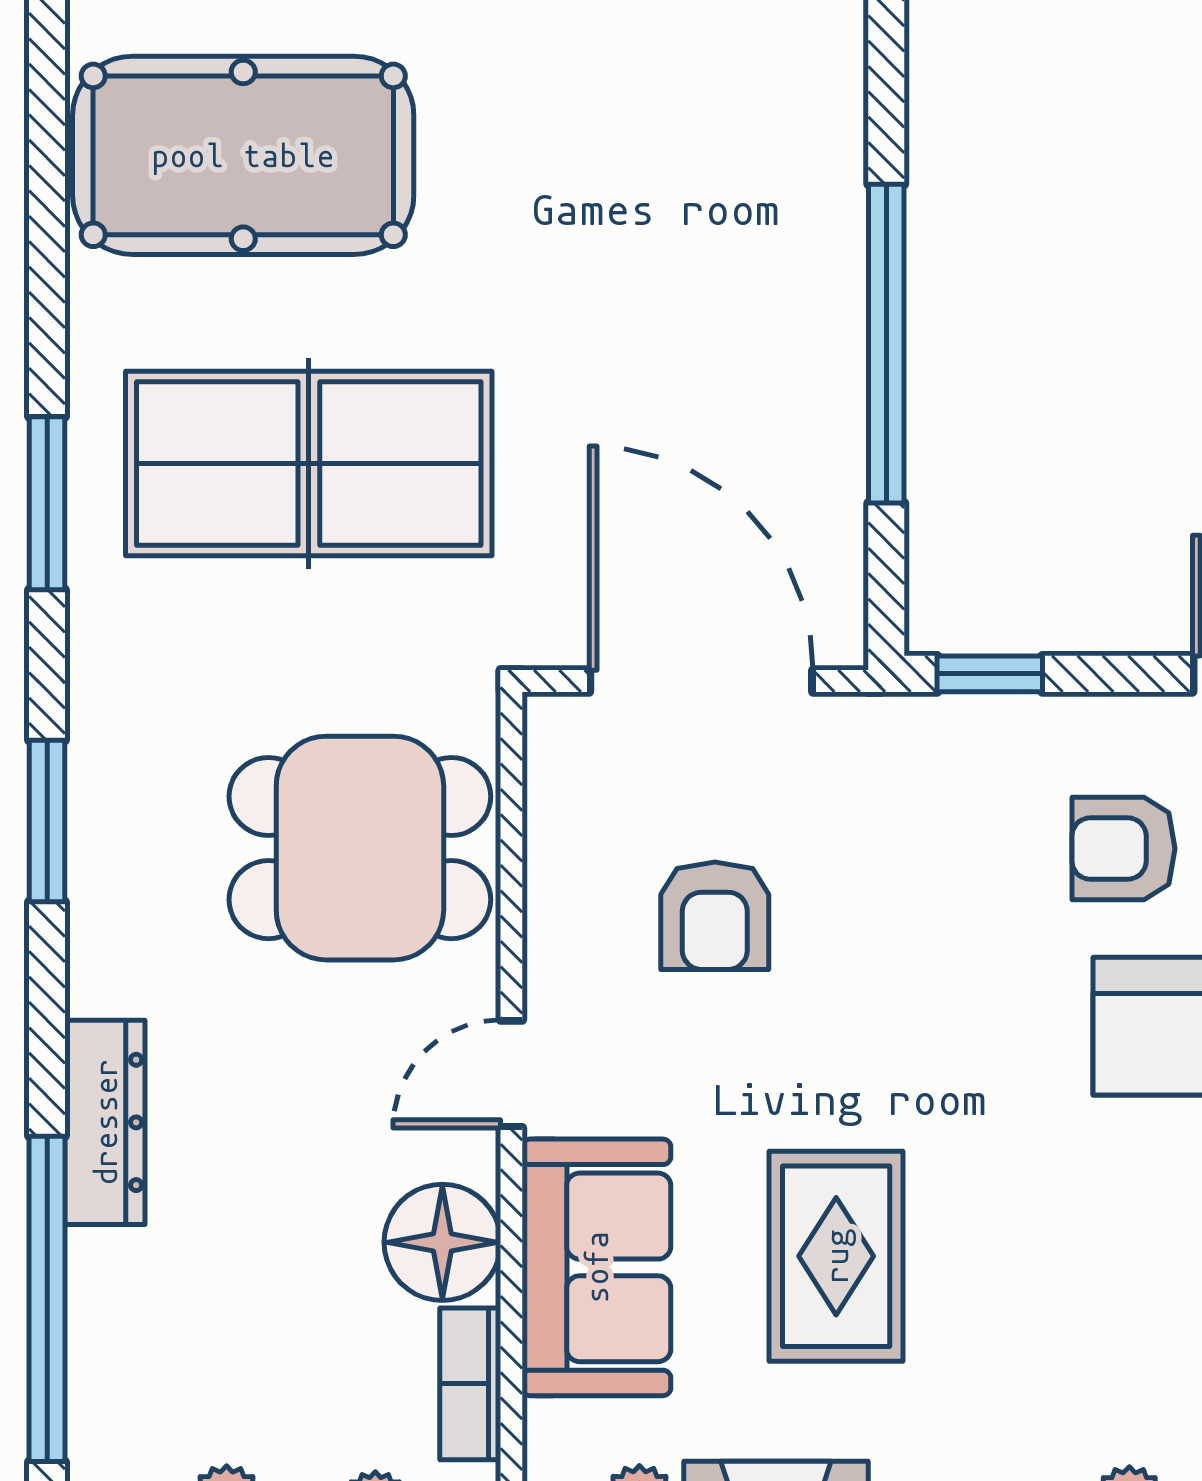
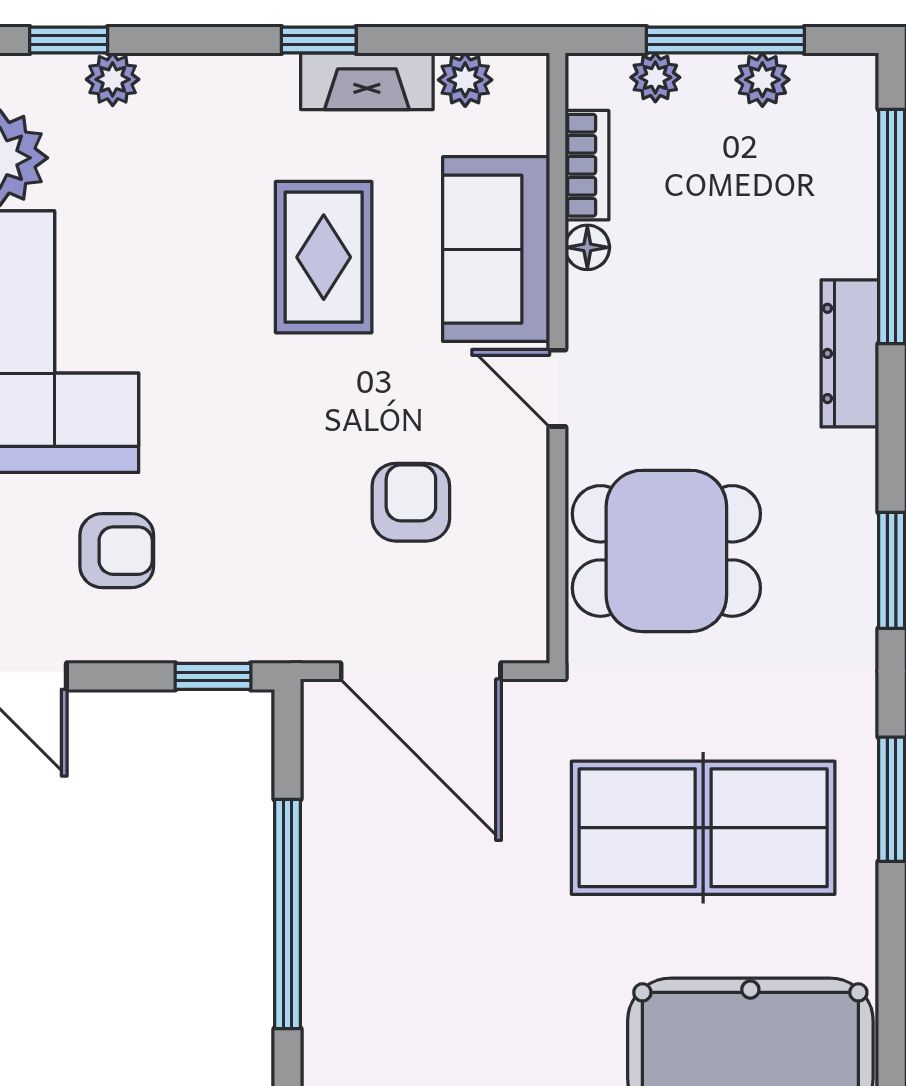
door: (511, 1074) -> (557, 388), swing flipped
floor lamp: (442, 1242) -> (587, 247), width x0.53, depth x0.53

